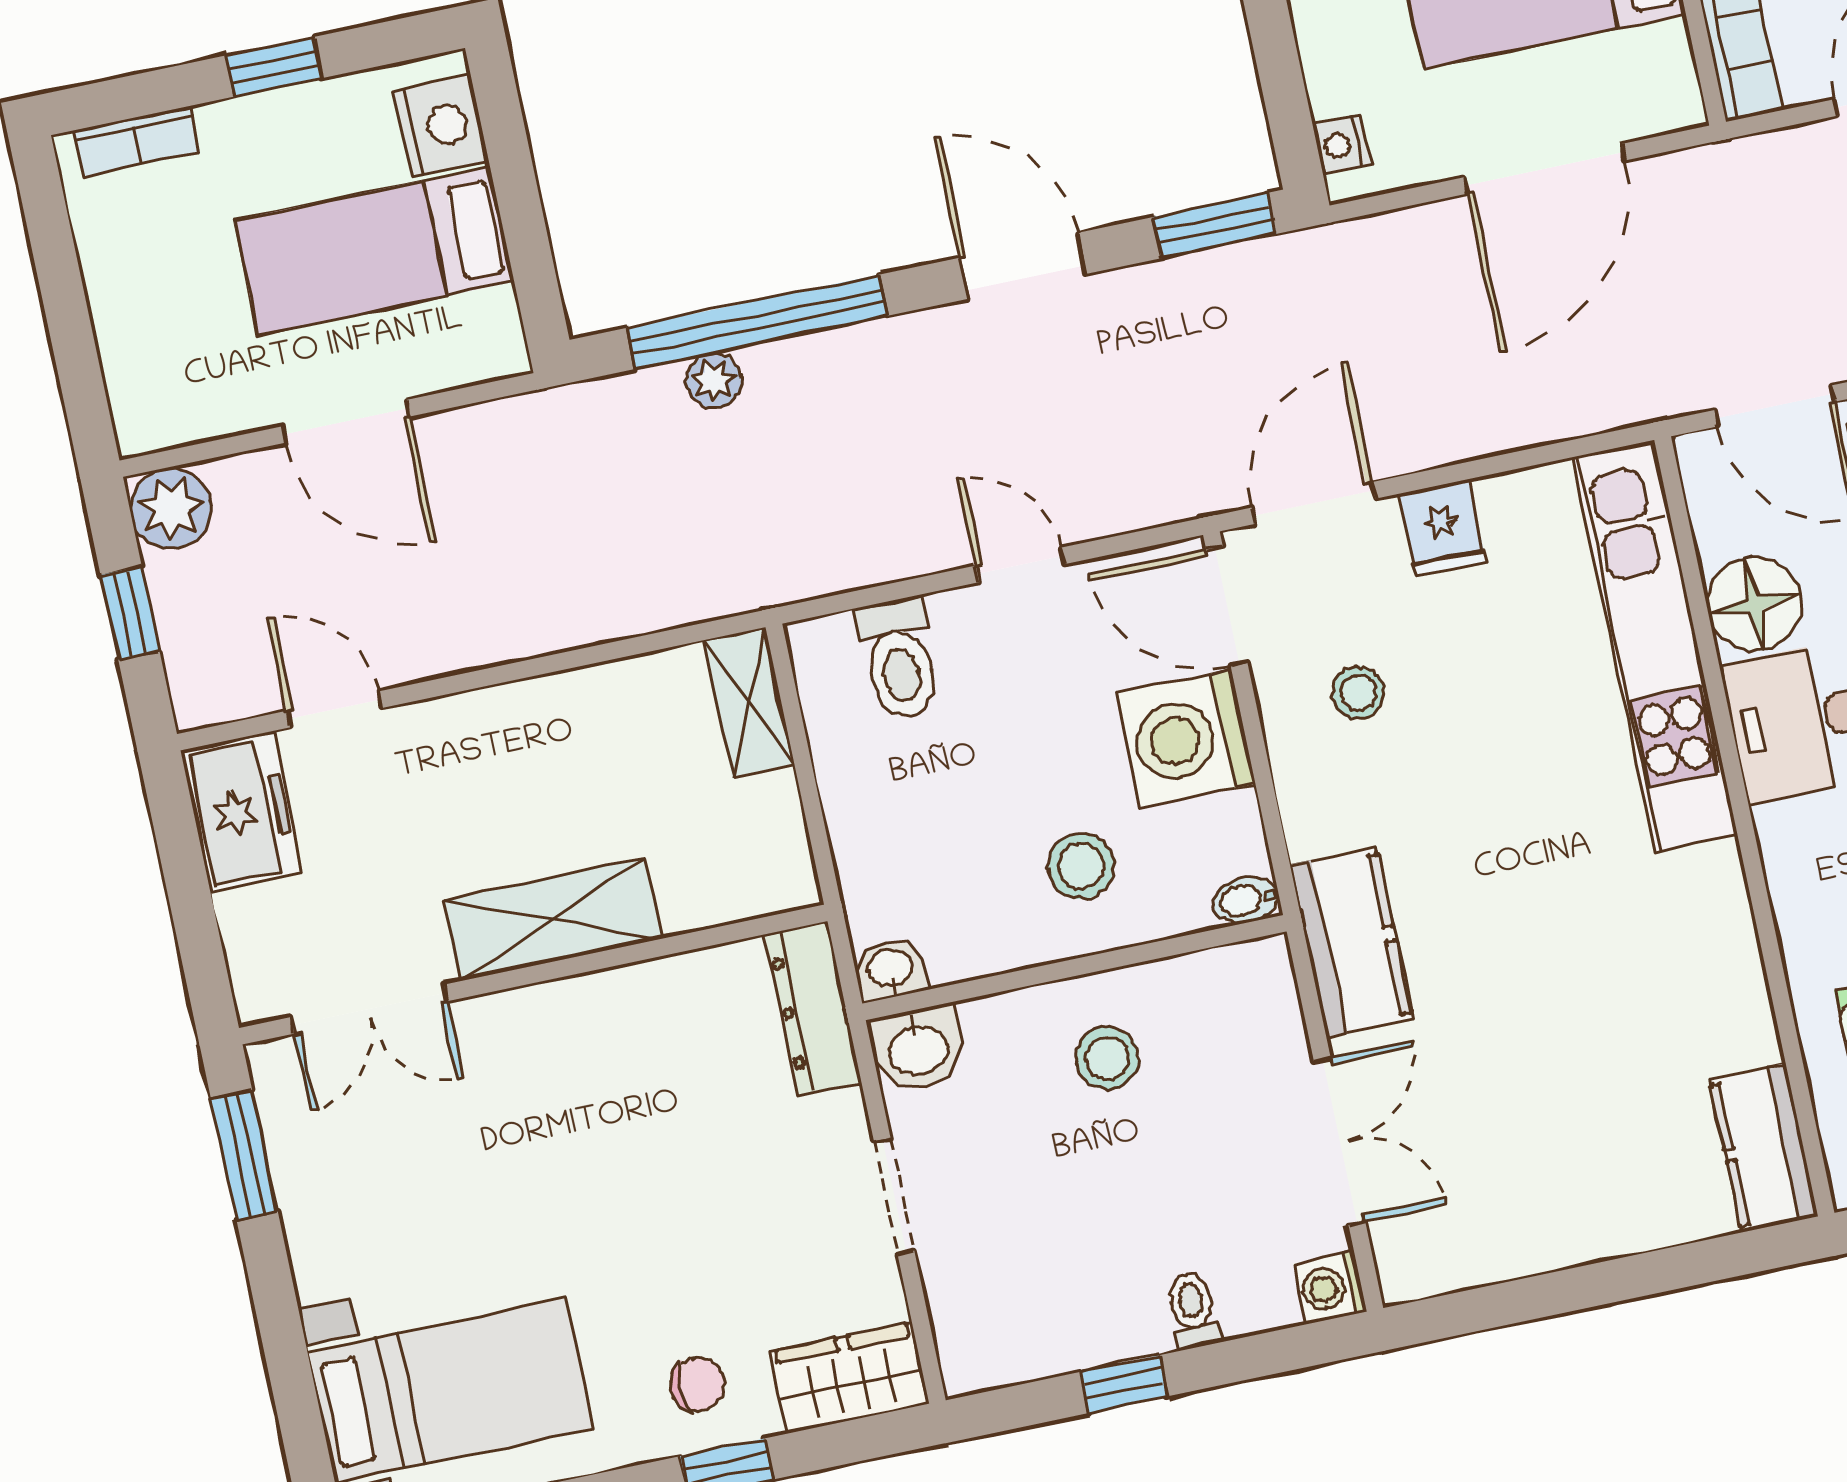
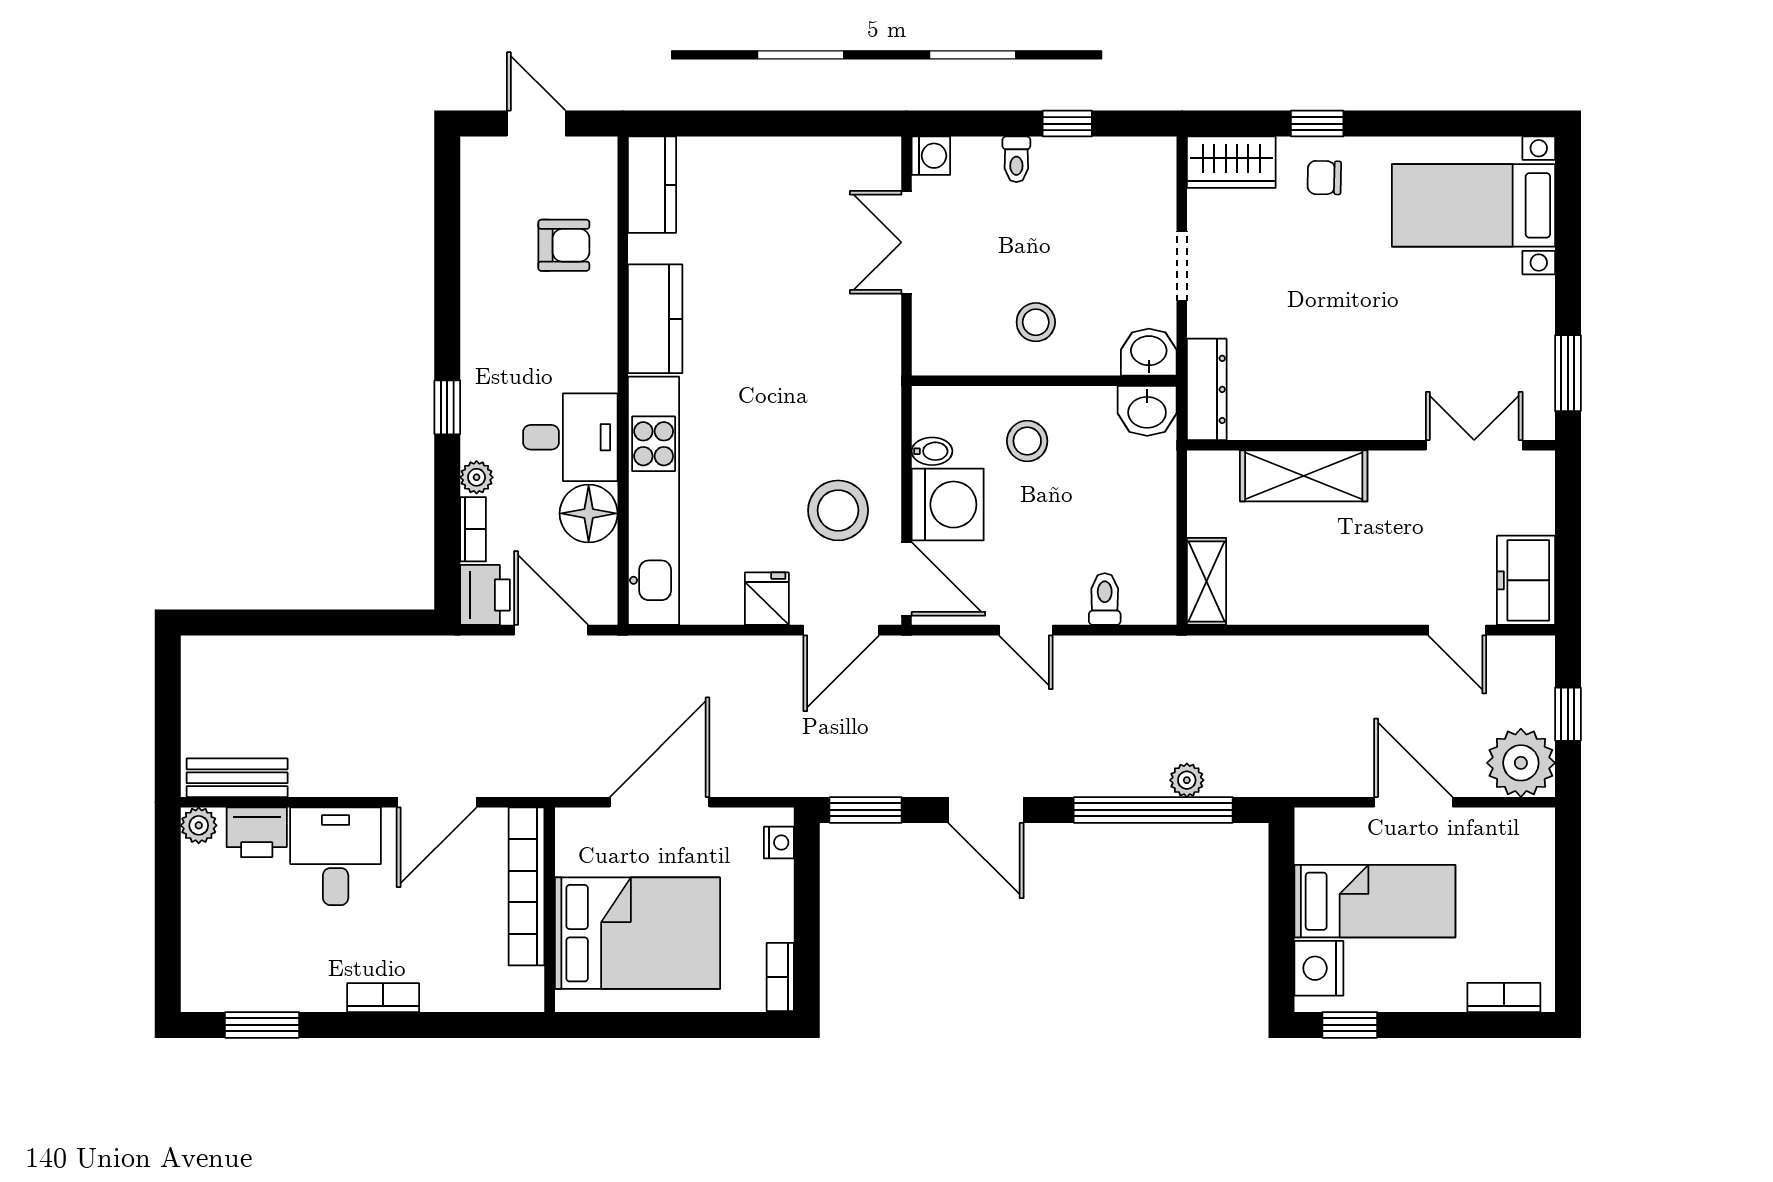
window: (274, 67) -> (1350, 1025), moved
plant: (171, 508) -> (1521, 763), width x1.36, depth x1.36
toilet: (899, 659) -> (1105, 599), width x0.73, depth x0.72
stool: (1359, 692) -> (838, 510), width x1.89, depth x1.89
bidet: (1246, 900) -> (932, 451), moved
shelving: (552, 920) -> (1304, 476), moved
kitchen counter: (1351, 942) -> (655, 319), moved, turned 180
washbasin: (890, 969) -> (1147, 411), width x1.38, depth x1.45

